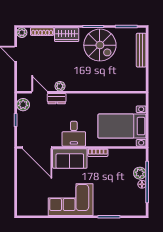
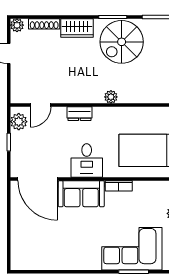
spiral stairs: (100, 45) -> (122, 42), turned 90
plant: (60, 86) -> (111, 97), moved
door: (39, 92) -> (41, 105), swing flipped
dresser: (57, 99) -> (79, 114), moved
corner sofa: (71, 200) -> (132, 249), moved

